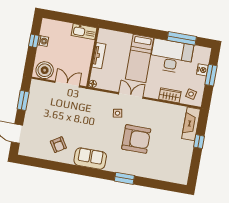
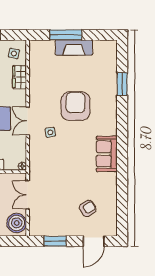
fireplace: (191, 124) -> (74, 47), moved
window: (199, 142) -> (66, 35), width x2.17
armchair: (58, 145) -> (88, 208), moved
window: (124, 178) -> (122, 84), moved

